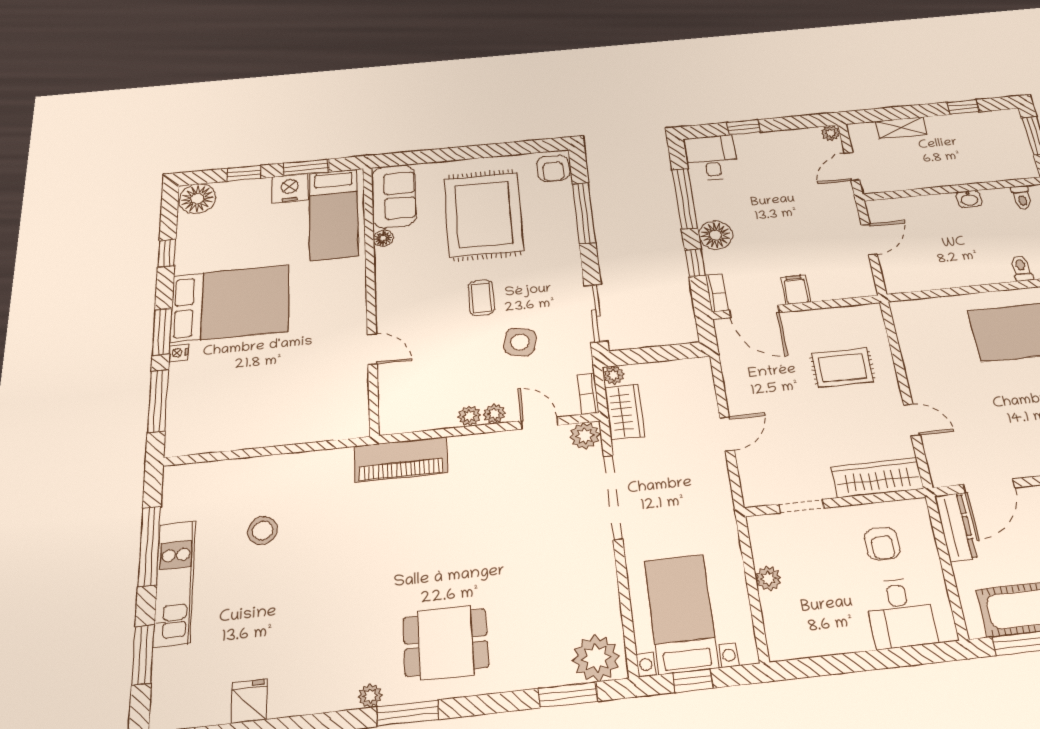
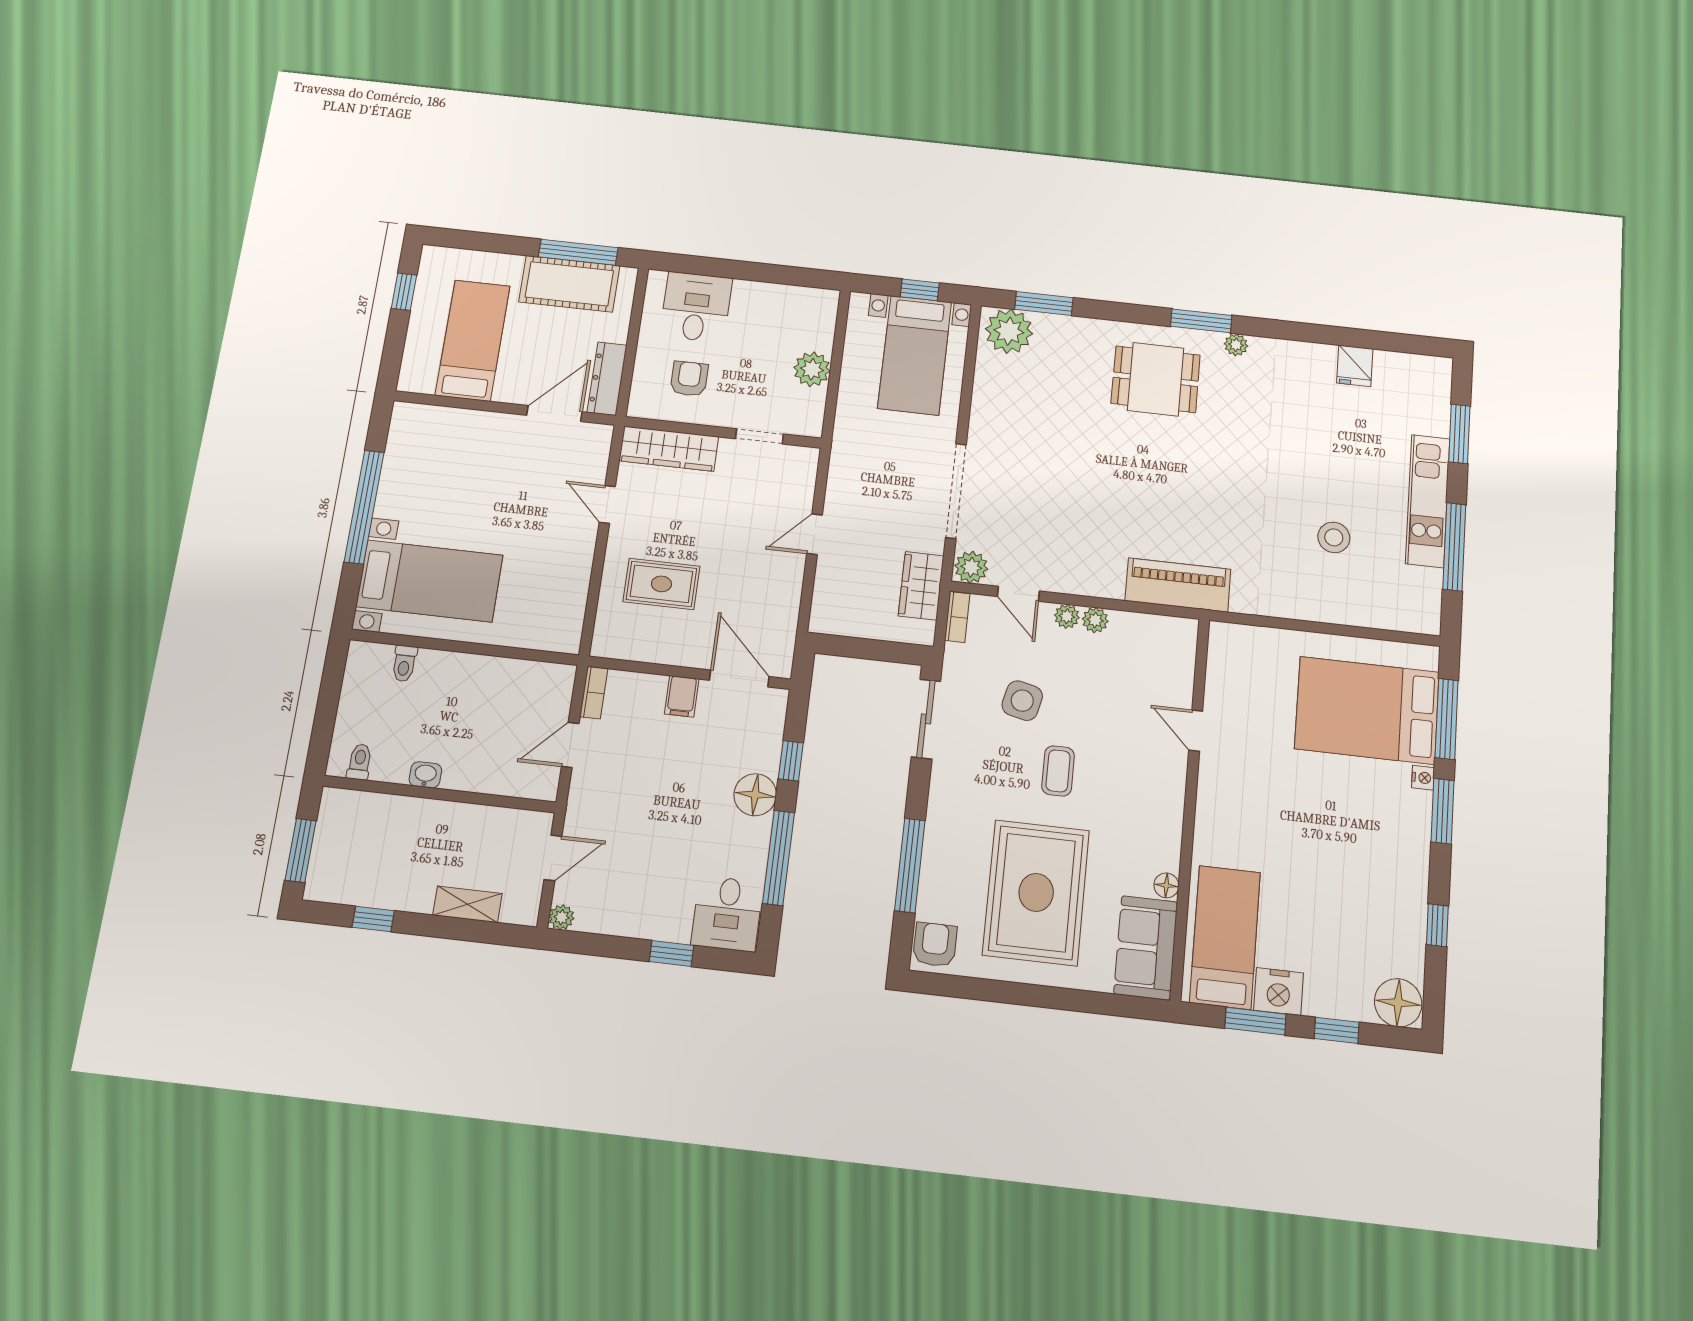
bookcase: (717, 293) -> (594, 693), moved, turned 180
bed: (230, 303) -> (1367, 710), moved
plant: (614, 375) -> (923, 633), removed
plant: (768, 579) -> (812, 369), width x1.38, depth x1.38

